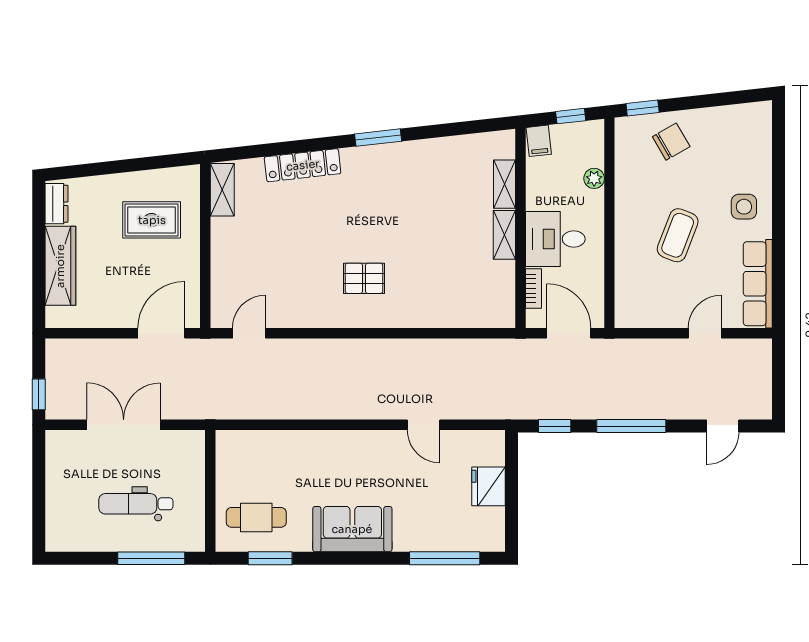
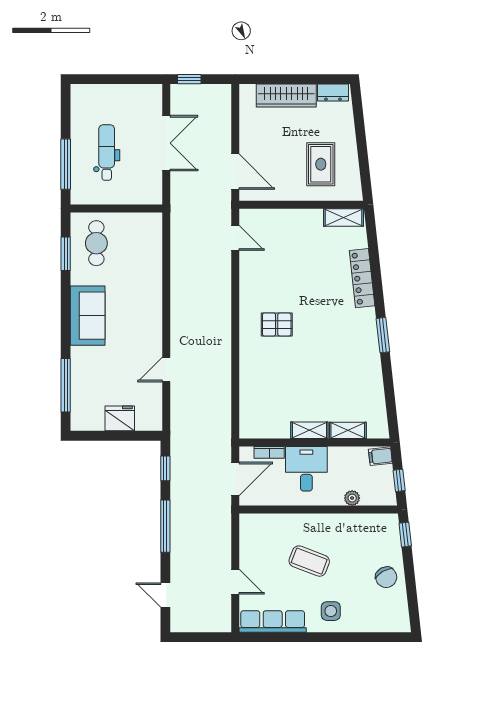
chair: (671, 142) -> (386, 577), moved
pallet: (364, 278) -> (277, 325), turned 90

